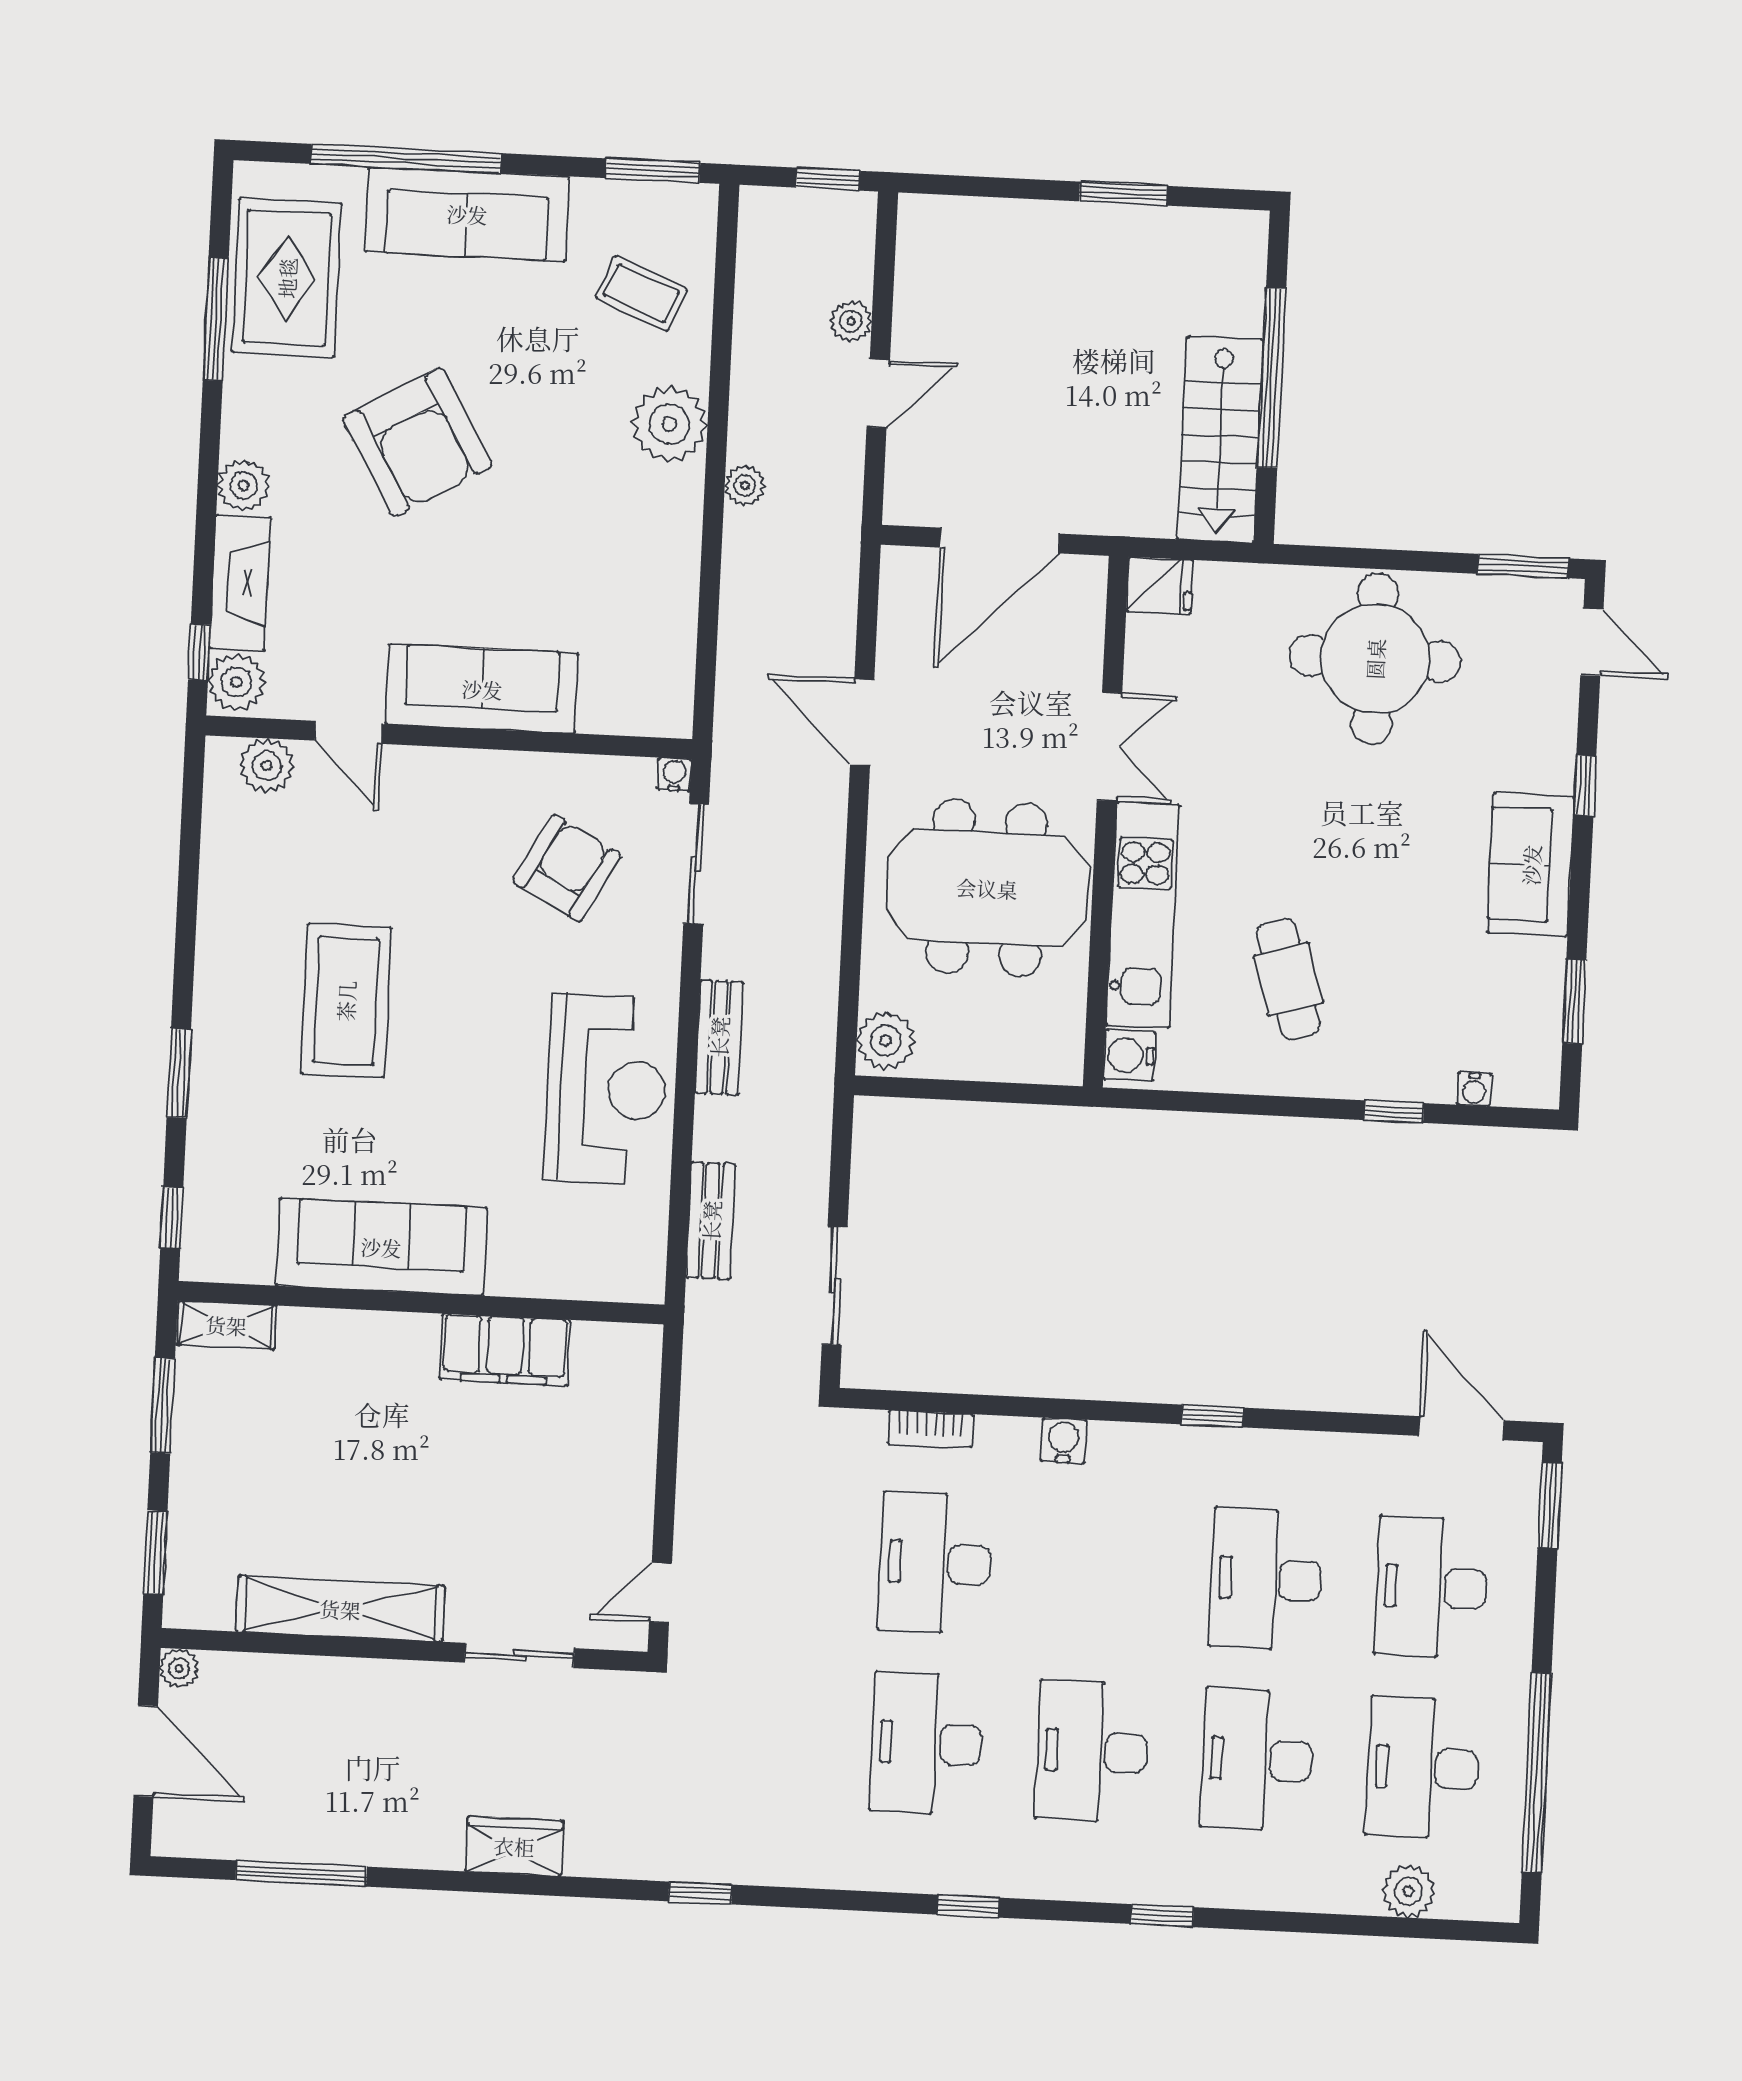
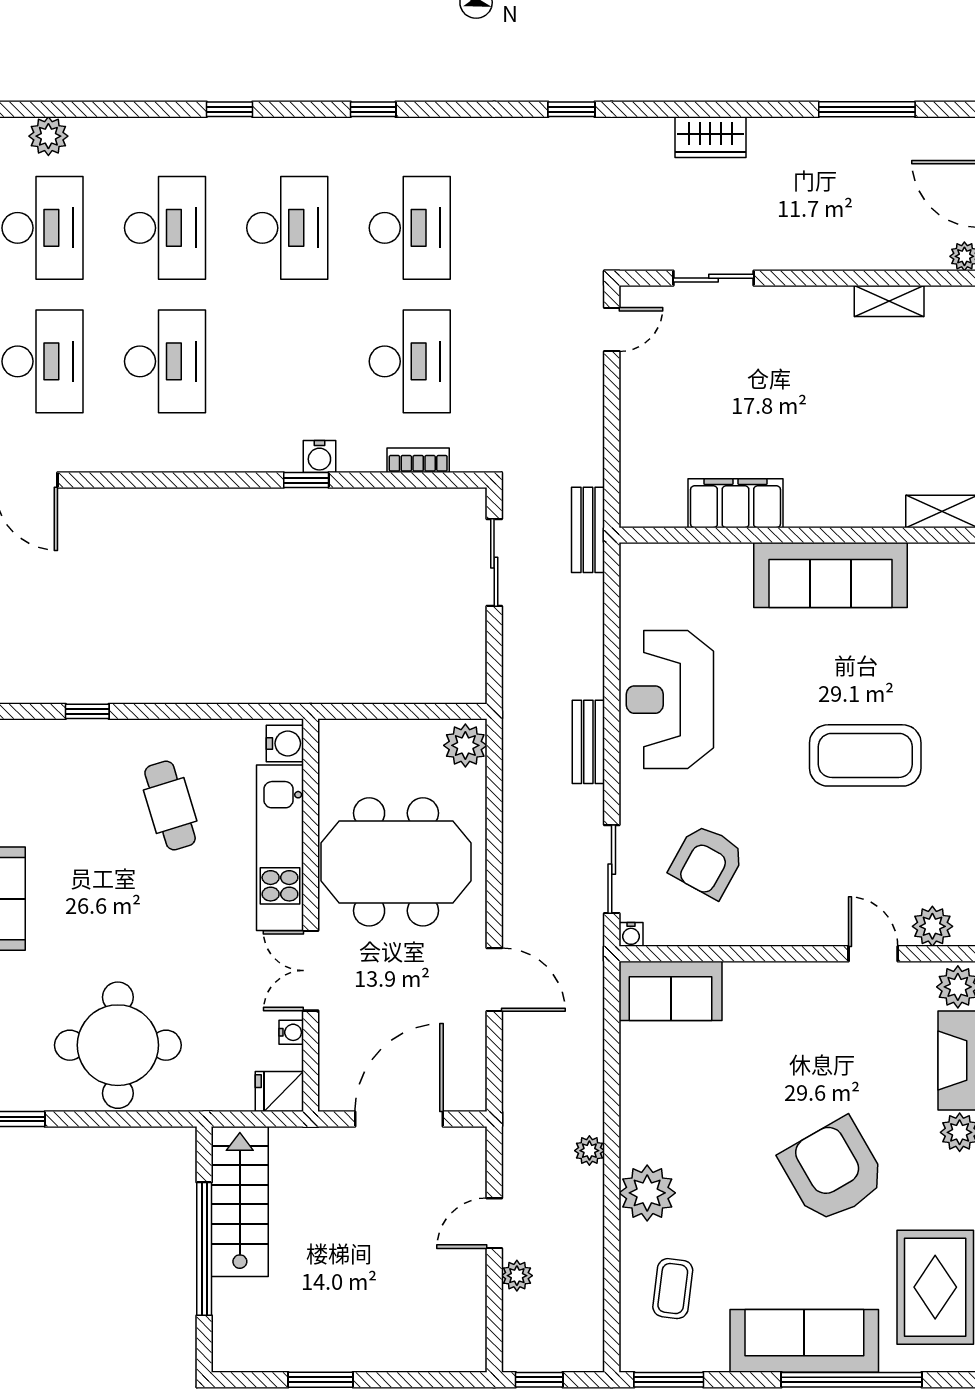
coffee table: (641, 293) -> (673, 1289), turned 75
sofa: (482, 689) -> (671, 991), moved, width x0.73
coffee table: (346, 1001) -> (865, 755), turned 90
water cooler: (1474, 1089) -> (291, 1032), moved, turned 90
bench: (711, 1221) -> (588, 530), moved
window: (1212, 1416) -> (306, 480), moved
shelving: (340, 1609) -> (889, 301), width x0.45, depth x0.75

